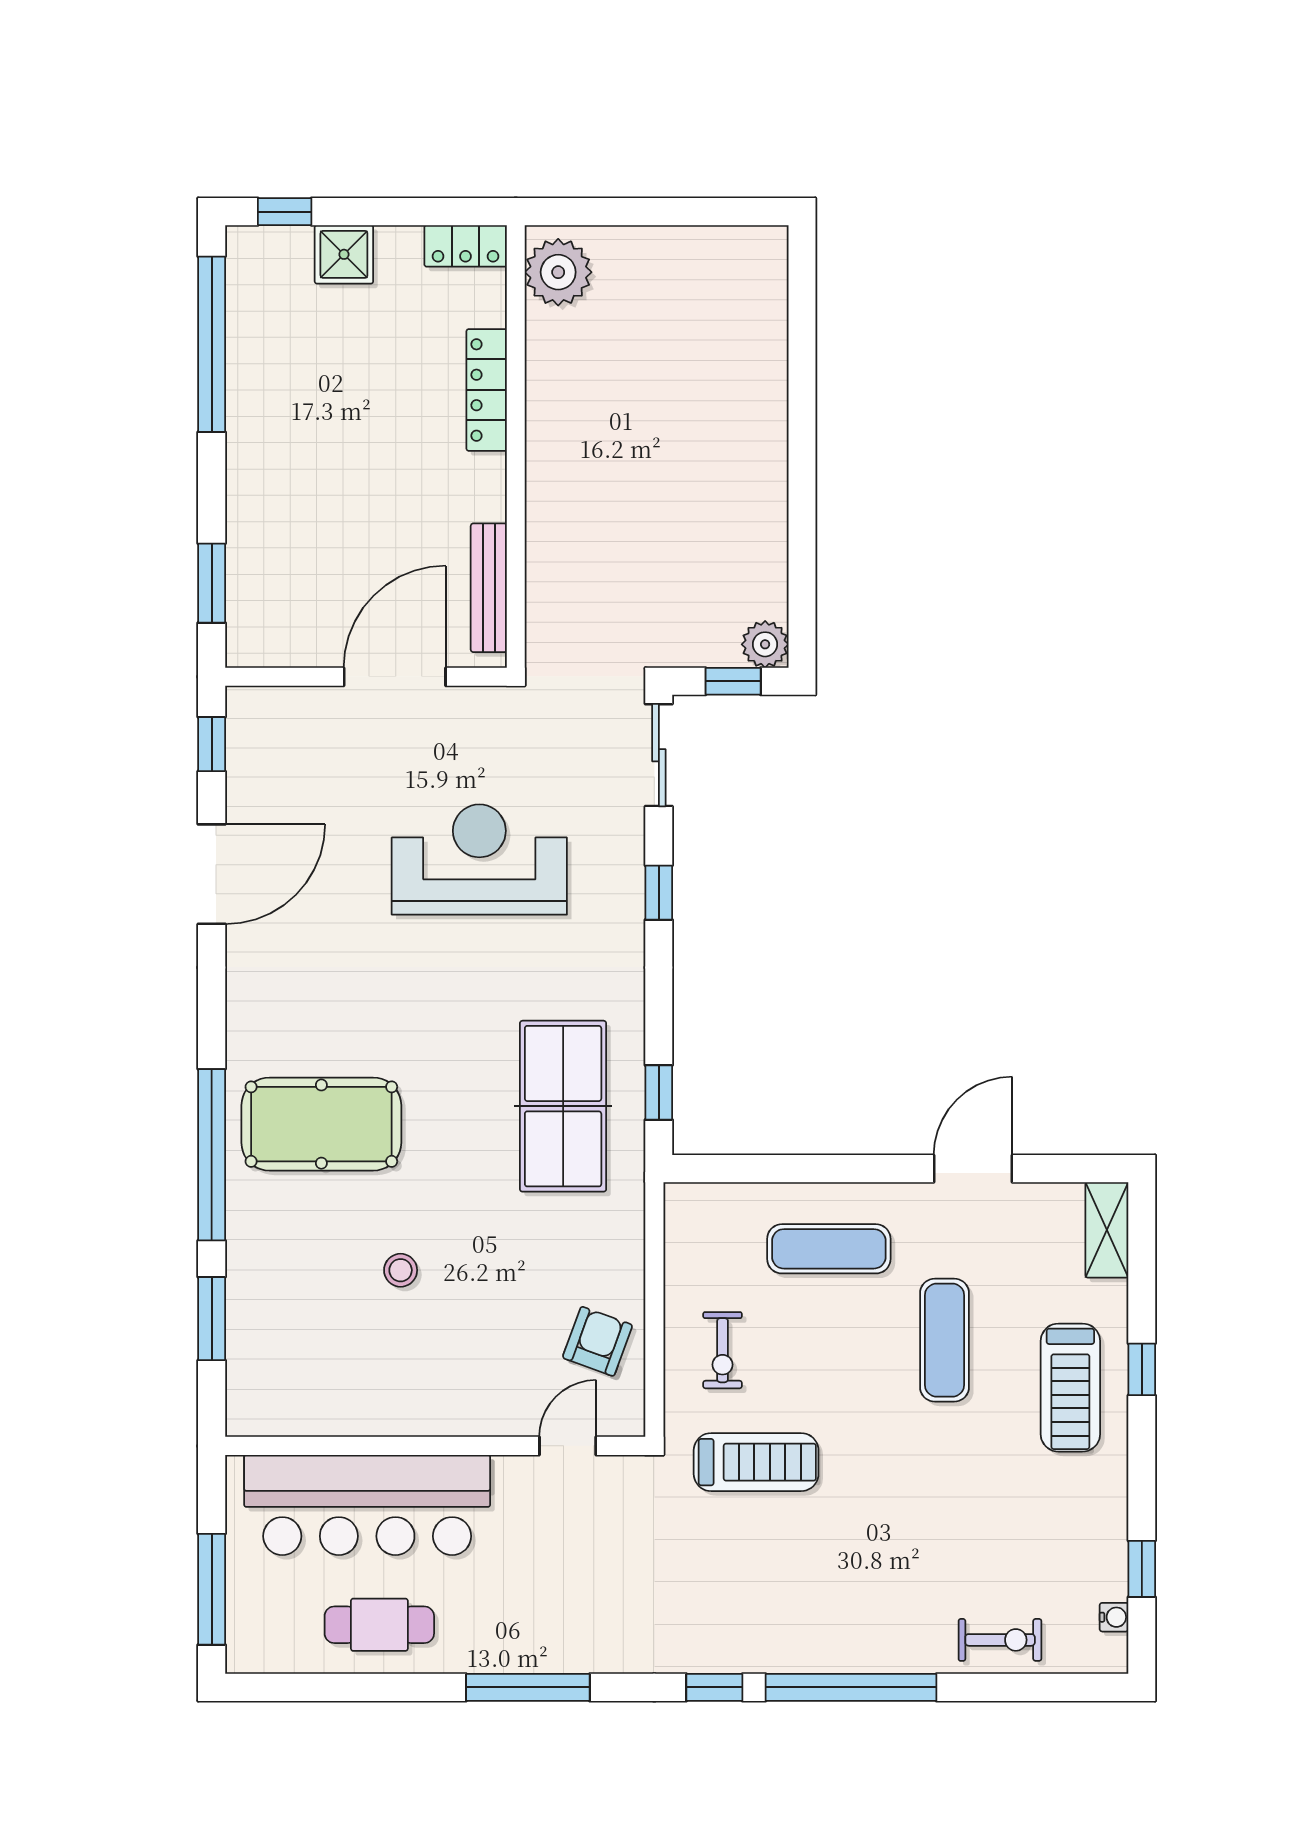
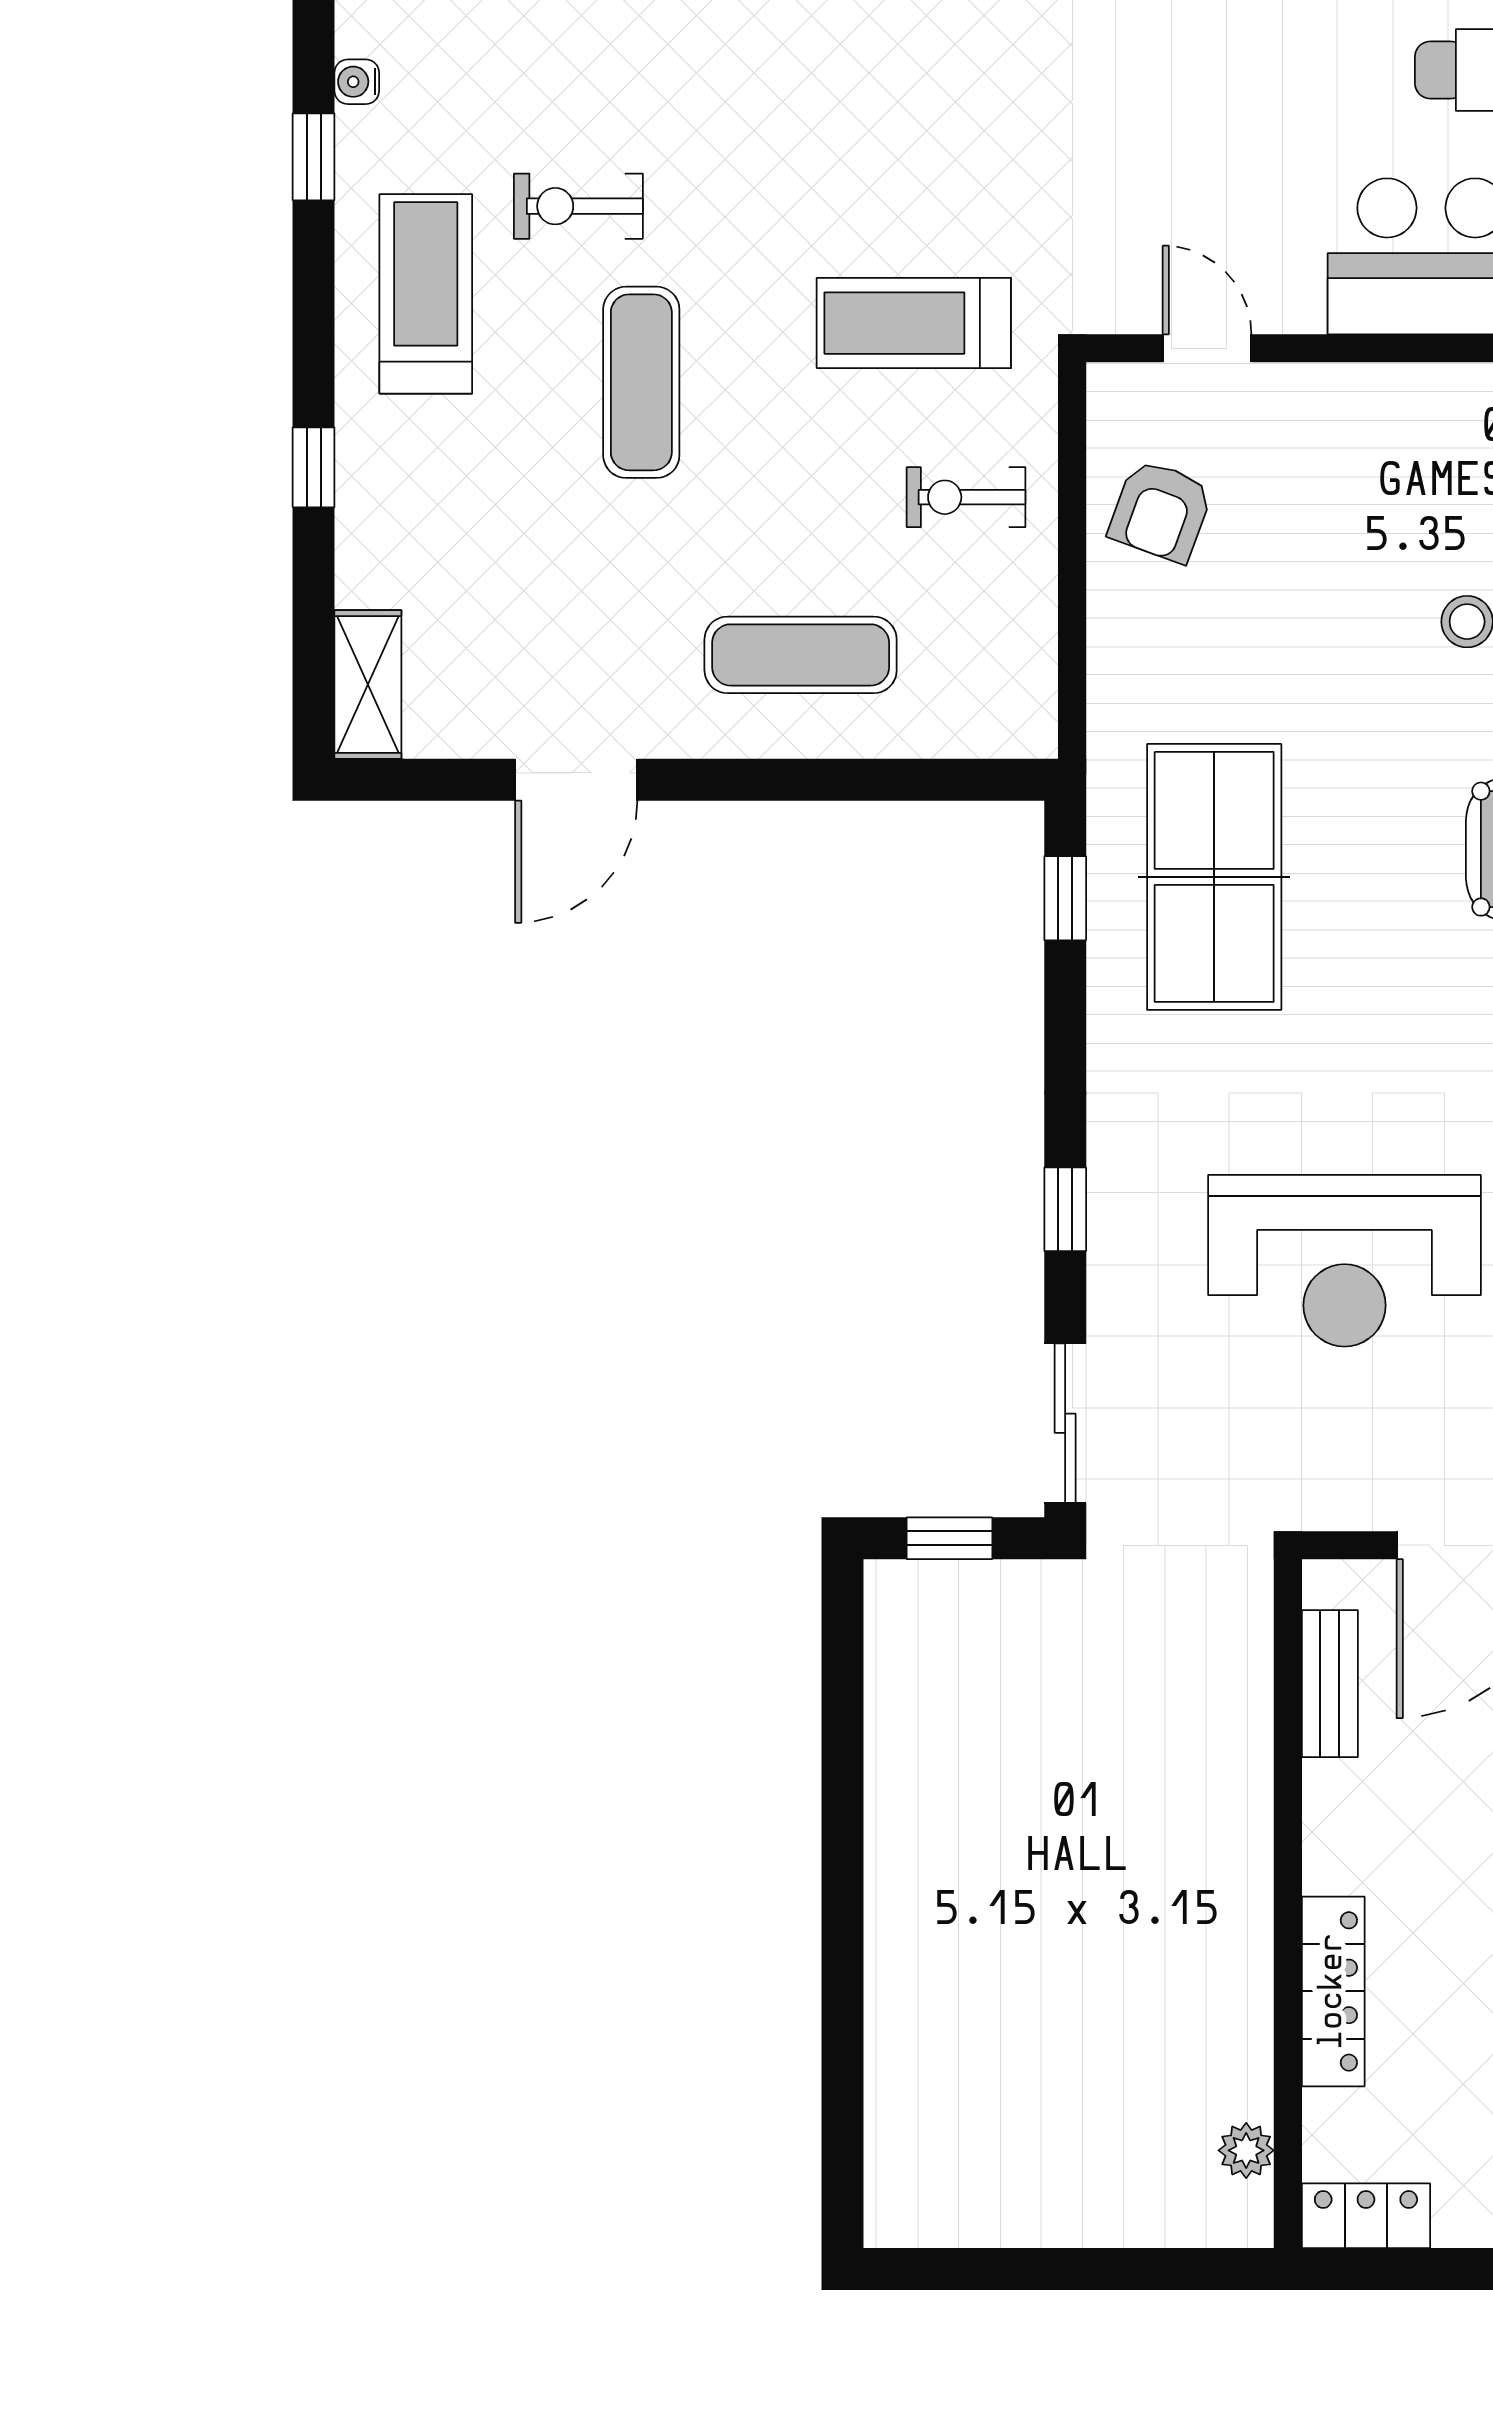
plant: (558, 272) -> (1246, 2150), width x0.53, depth x0.53
bench: (489, 588) -> (1330, 1684), width x0.73
plant: (765, 644) -> (900, 1596), removed
exercise mat: (944, 1340) -> (641, 382), moved
exercise bike: (723, 1350) -> (966, 497), turned -90
treadmill: (1070, 1388) -> (426, 294), moved
door: (568, 1446) -> (1207, 348), swing flipped
exercise bike: (1000, 1640) -> (578, 206), moved

